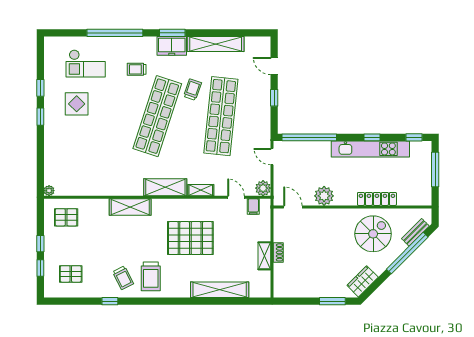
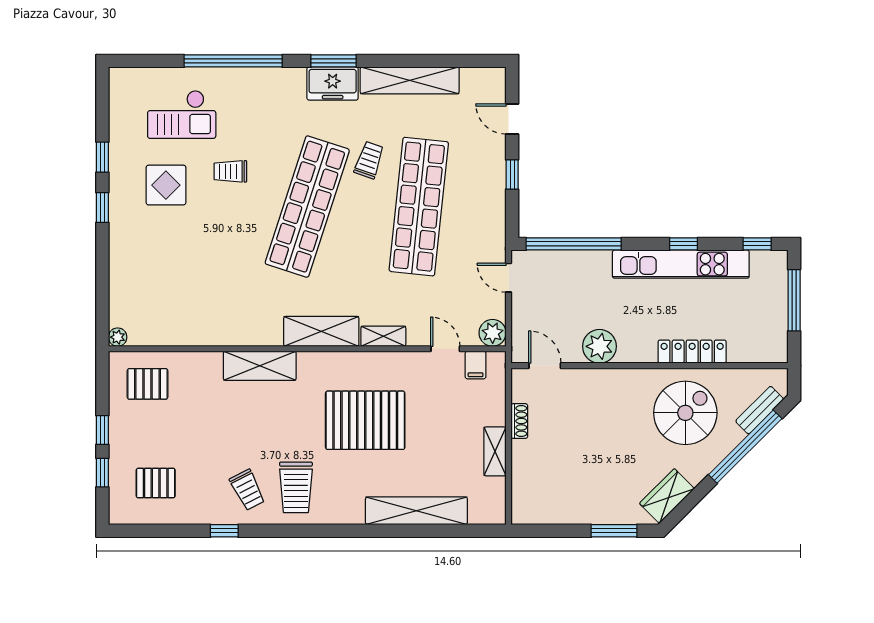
trolley: (137, 69) -> (230, 171), moved
shoe rack: (278, 252) -> (519, 421), moved

